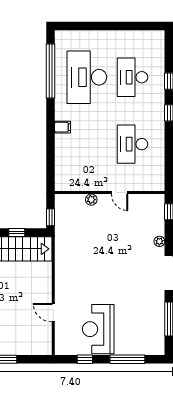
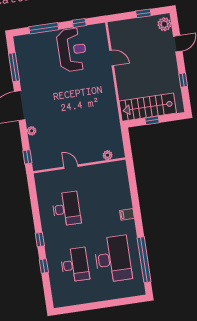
plant: (91, 200) -> (108, 155), moved
window: (50, 217) -> (126, 137), removed

